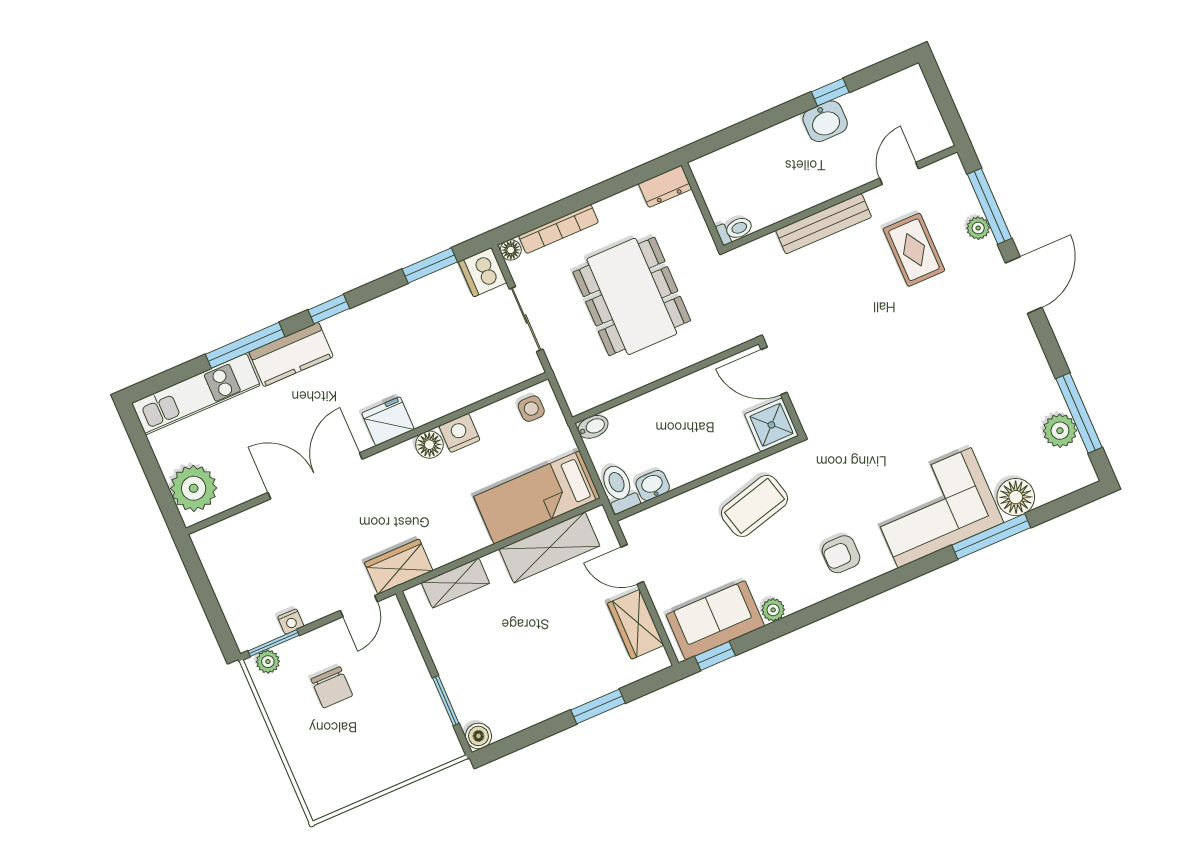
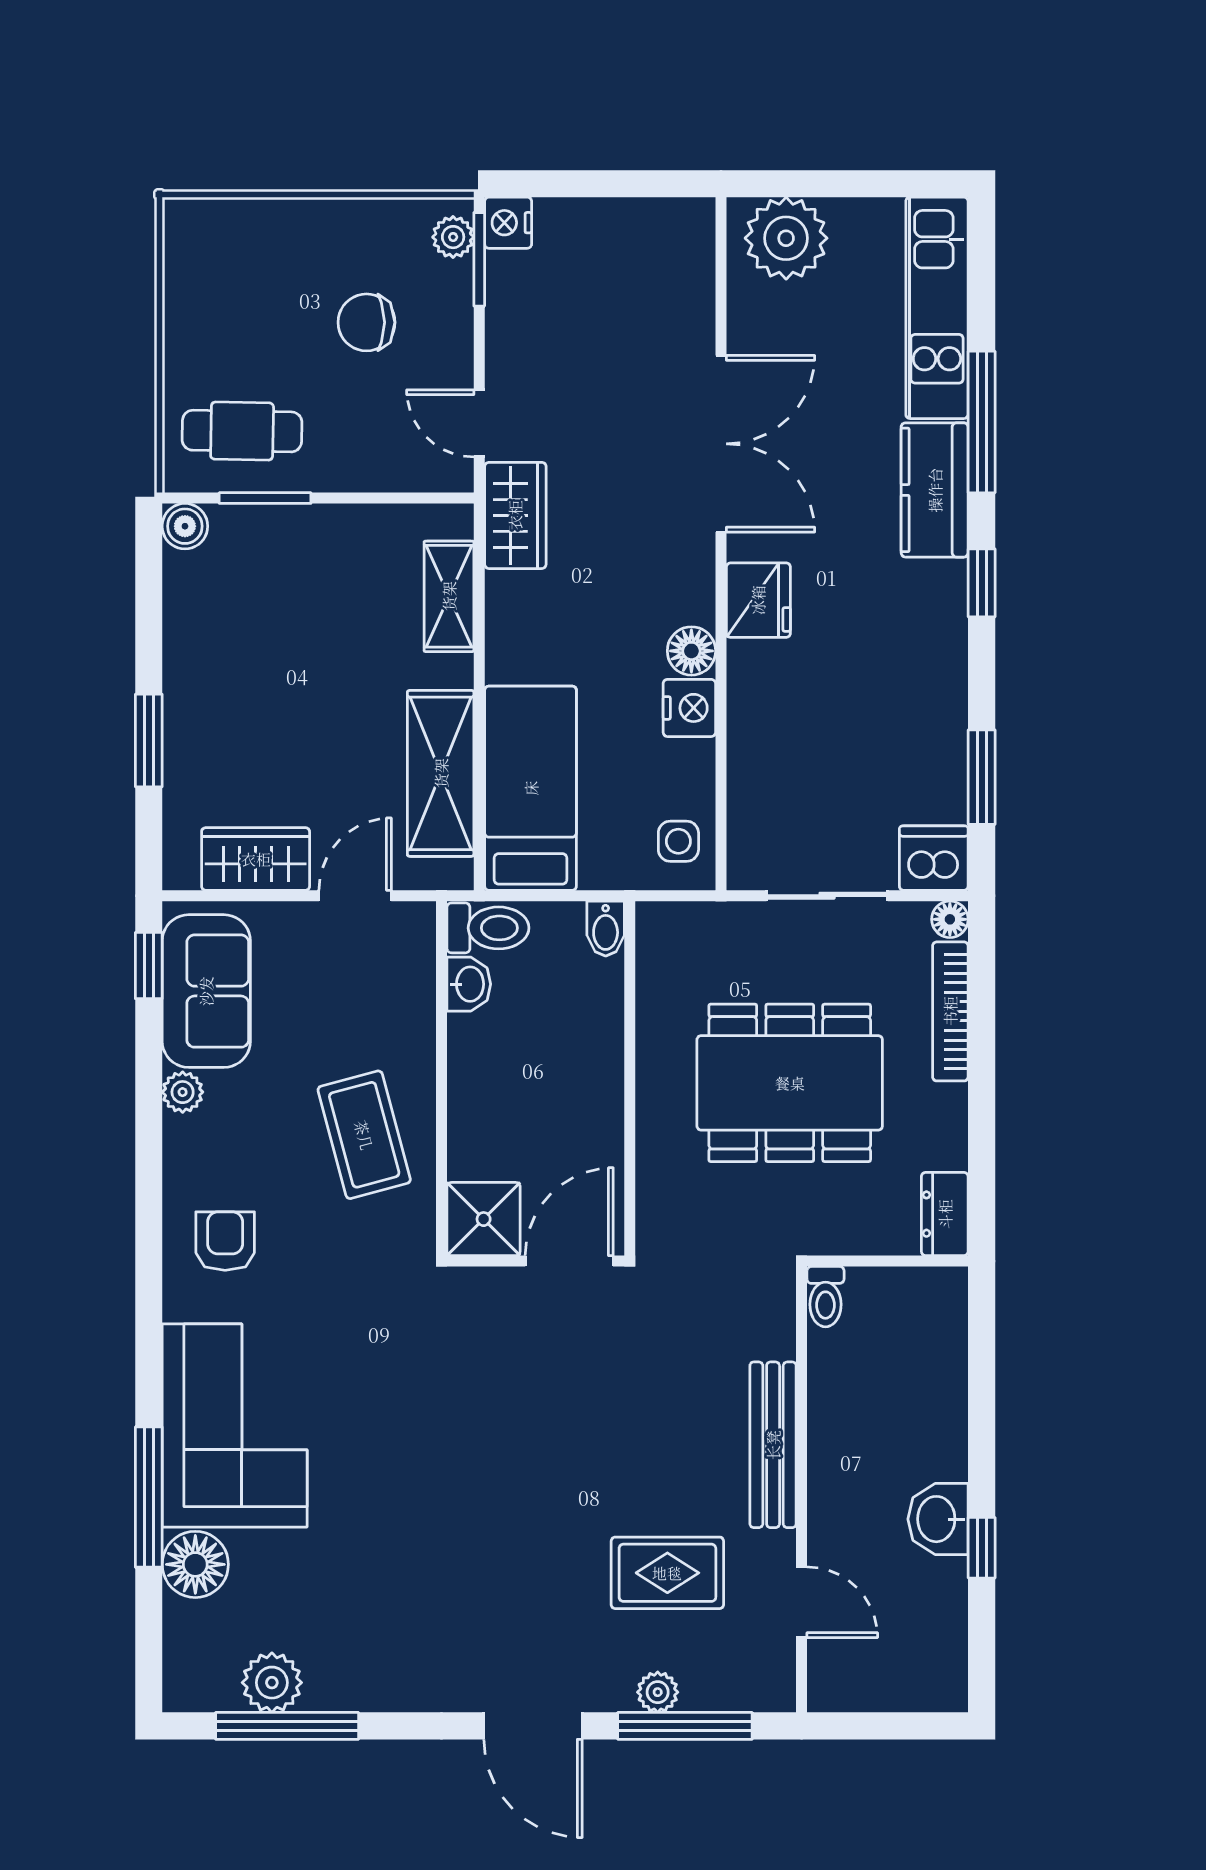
nightstand: (291, 622) -> (508, 223), moved, width x1.39, depth x1.35
cafe table: (416, 728) -> (242, 431), added

